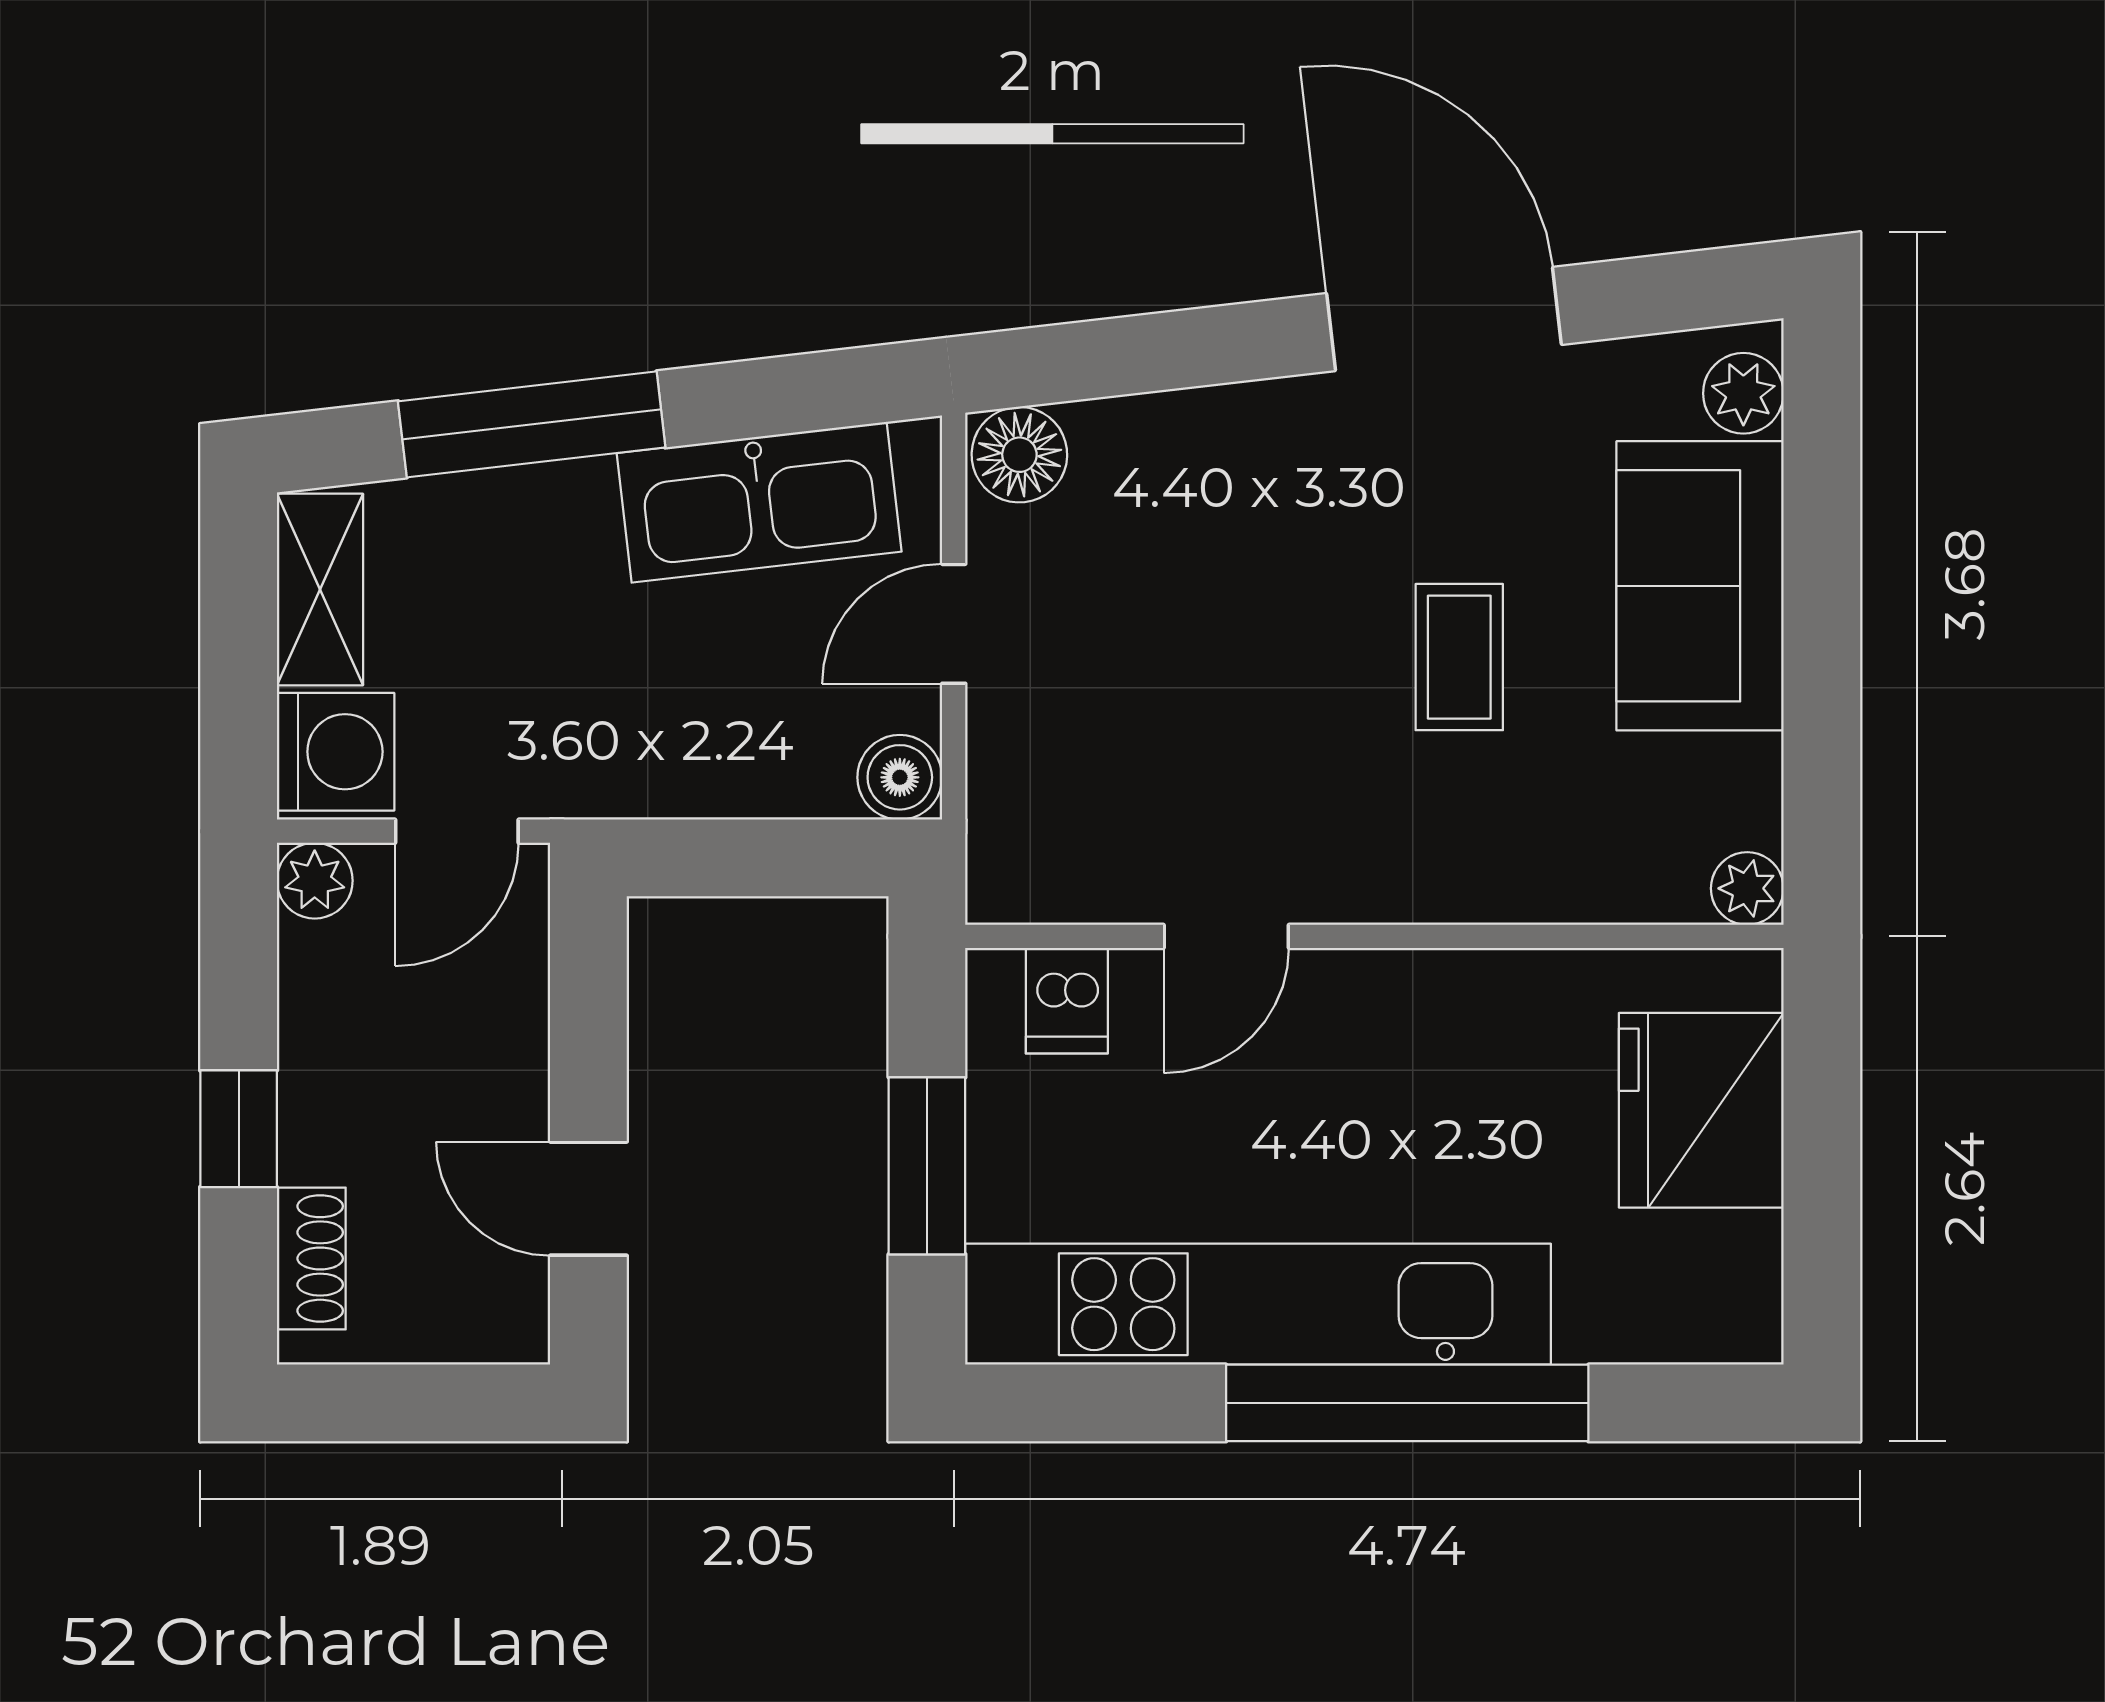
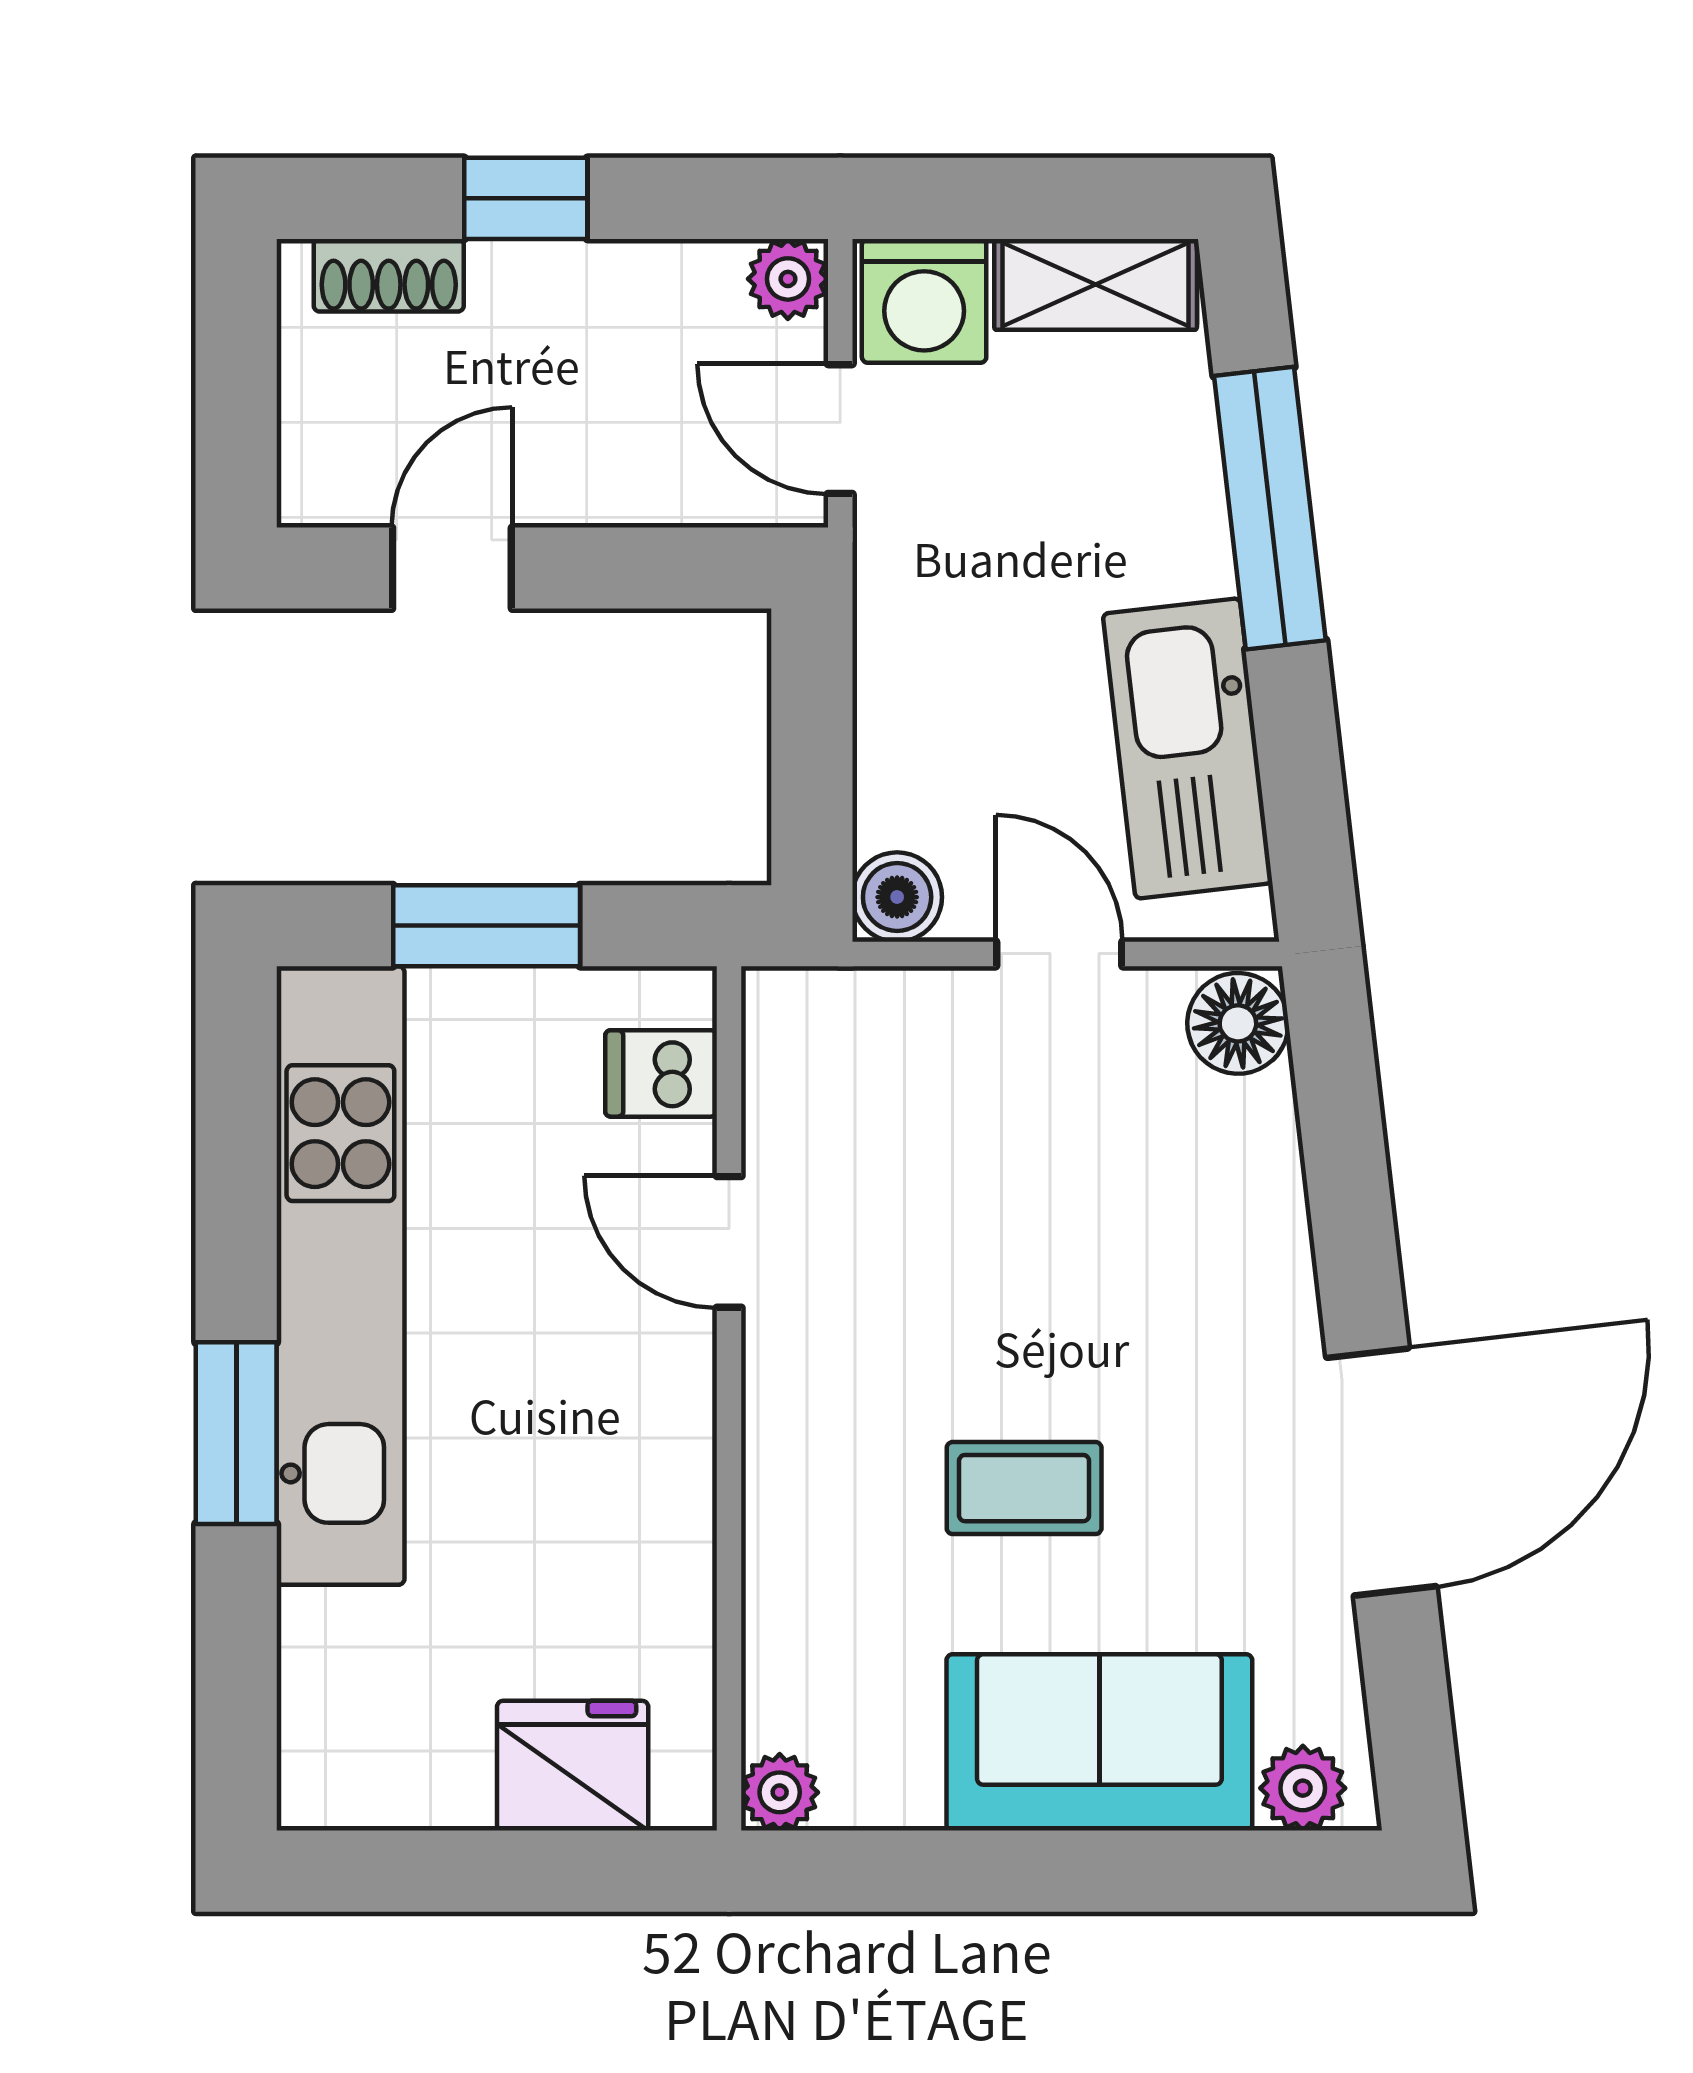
fridge: (1701, 1110) -> (573, 1766), width x0.73, depth x0.75
window: (1407, 1403) -> (236, 1433), width x0.47

